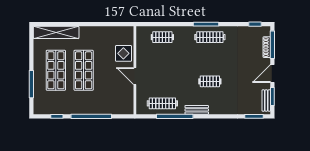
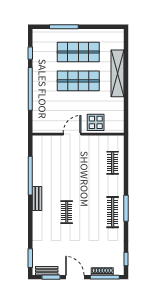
shelving: (56, 32) -> (118, 73), moved
clothes rail: (162, 103) -> (44, 163), removed

